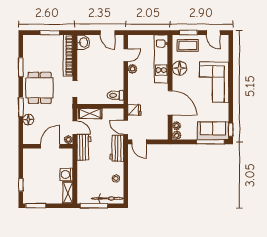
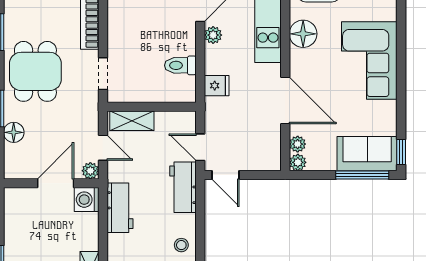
toilet: (115, 95) -> (180, 65), moved
fridge: (134, 110) -> (217, 86), moved
workbench: (84, 147) -> (120, 208), moved
washing machine: (66, 175) -> (87, 200), moved

